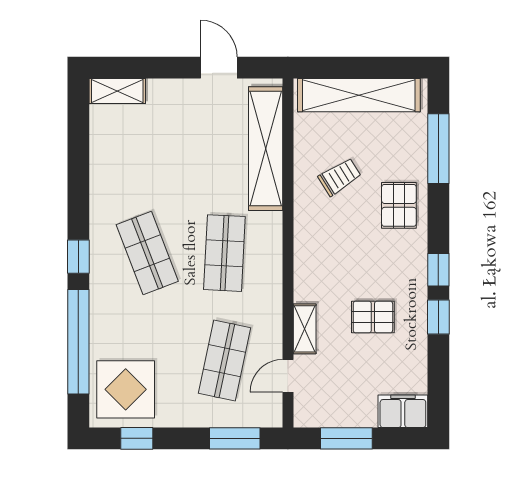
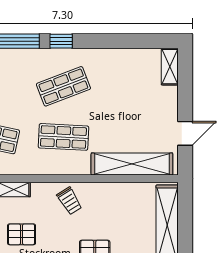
trolley: (340, 177) -> (69, 201), moved
pallet: (373, 317) -> (22, 234), turned 90

